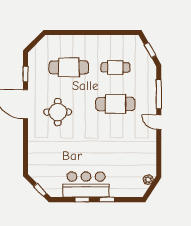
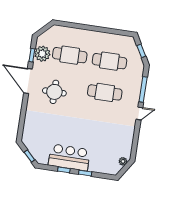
cafe table: (115, 67) -> (109, 61), width x1.37, depth x1.35
plant: (37, 70) -> (42, 54), added
door: (159, 122) -> (139, 113), swing flipped

